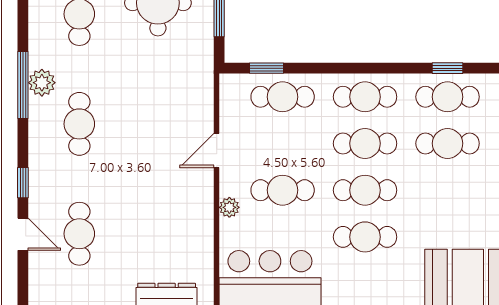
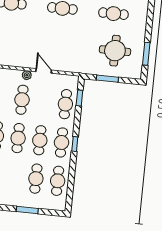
window: (448, 68) -> (75, 144), moved
plant: (229, 207) -> (27, 75), moved

